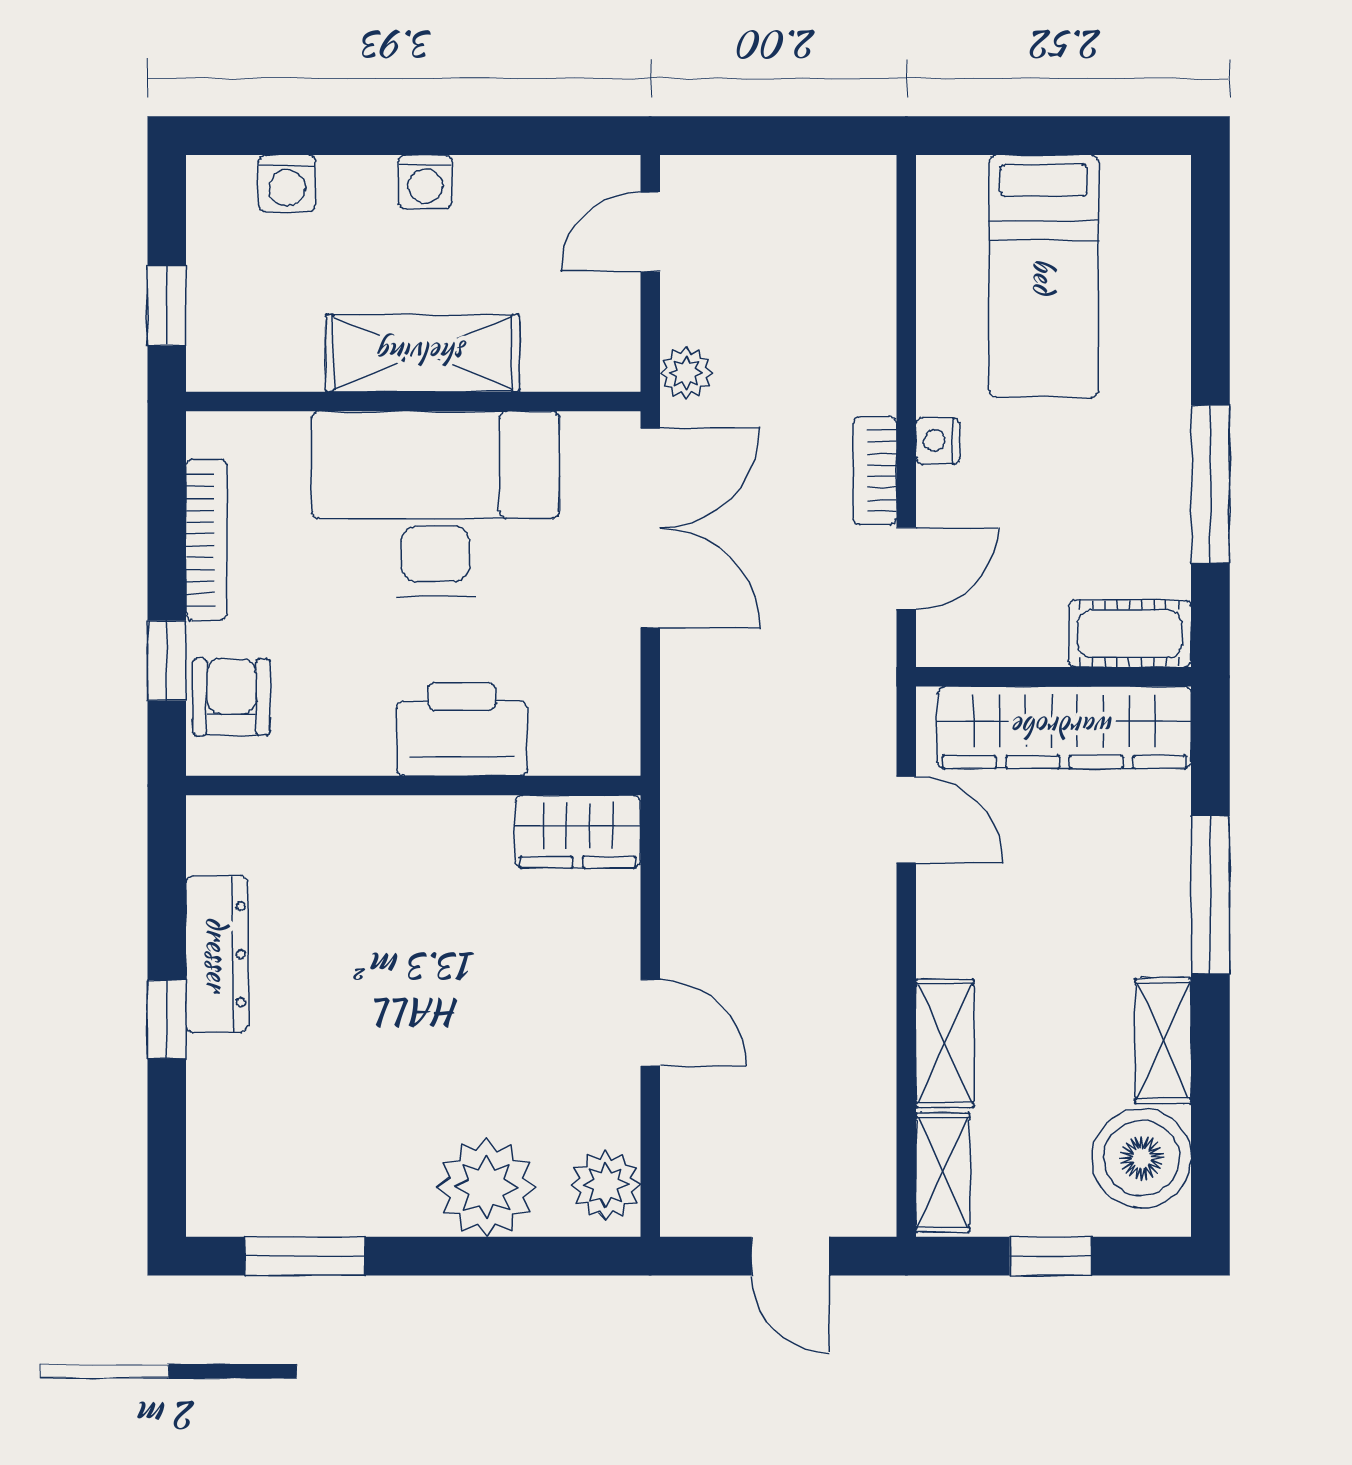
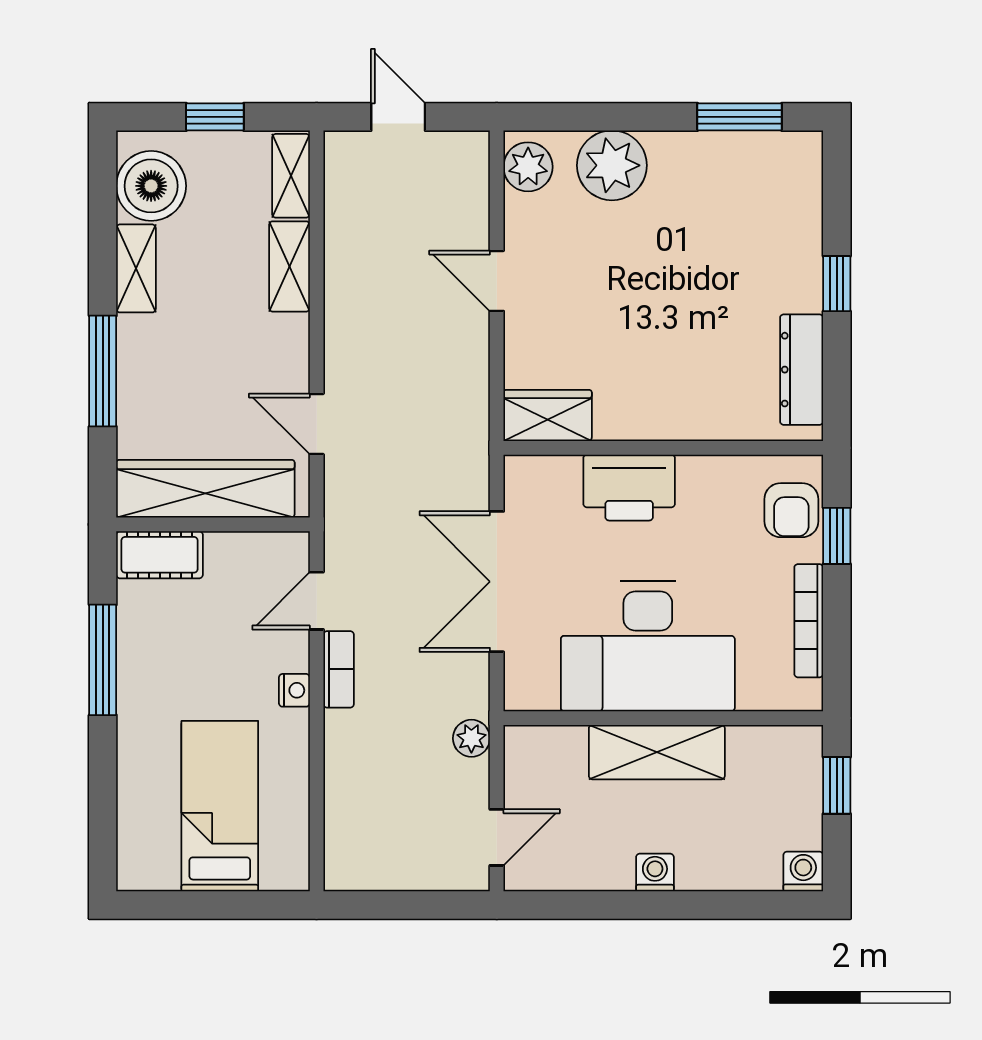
washing machine: (287, 183) -> (803, 872), moved
double door: (650, 528) -> (497, 582), moved
dresser: (217, 954) -> (802, 370), moved

